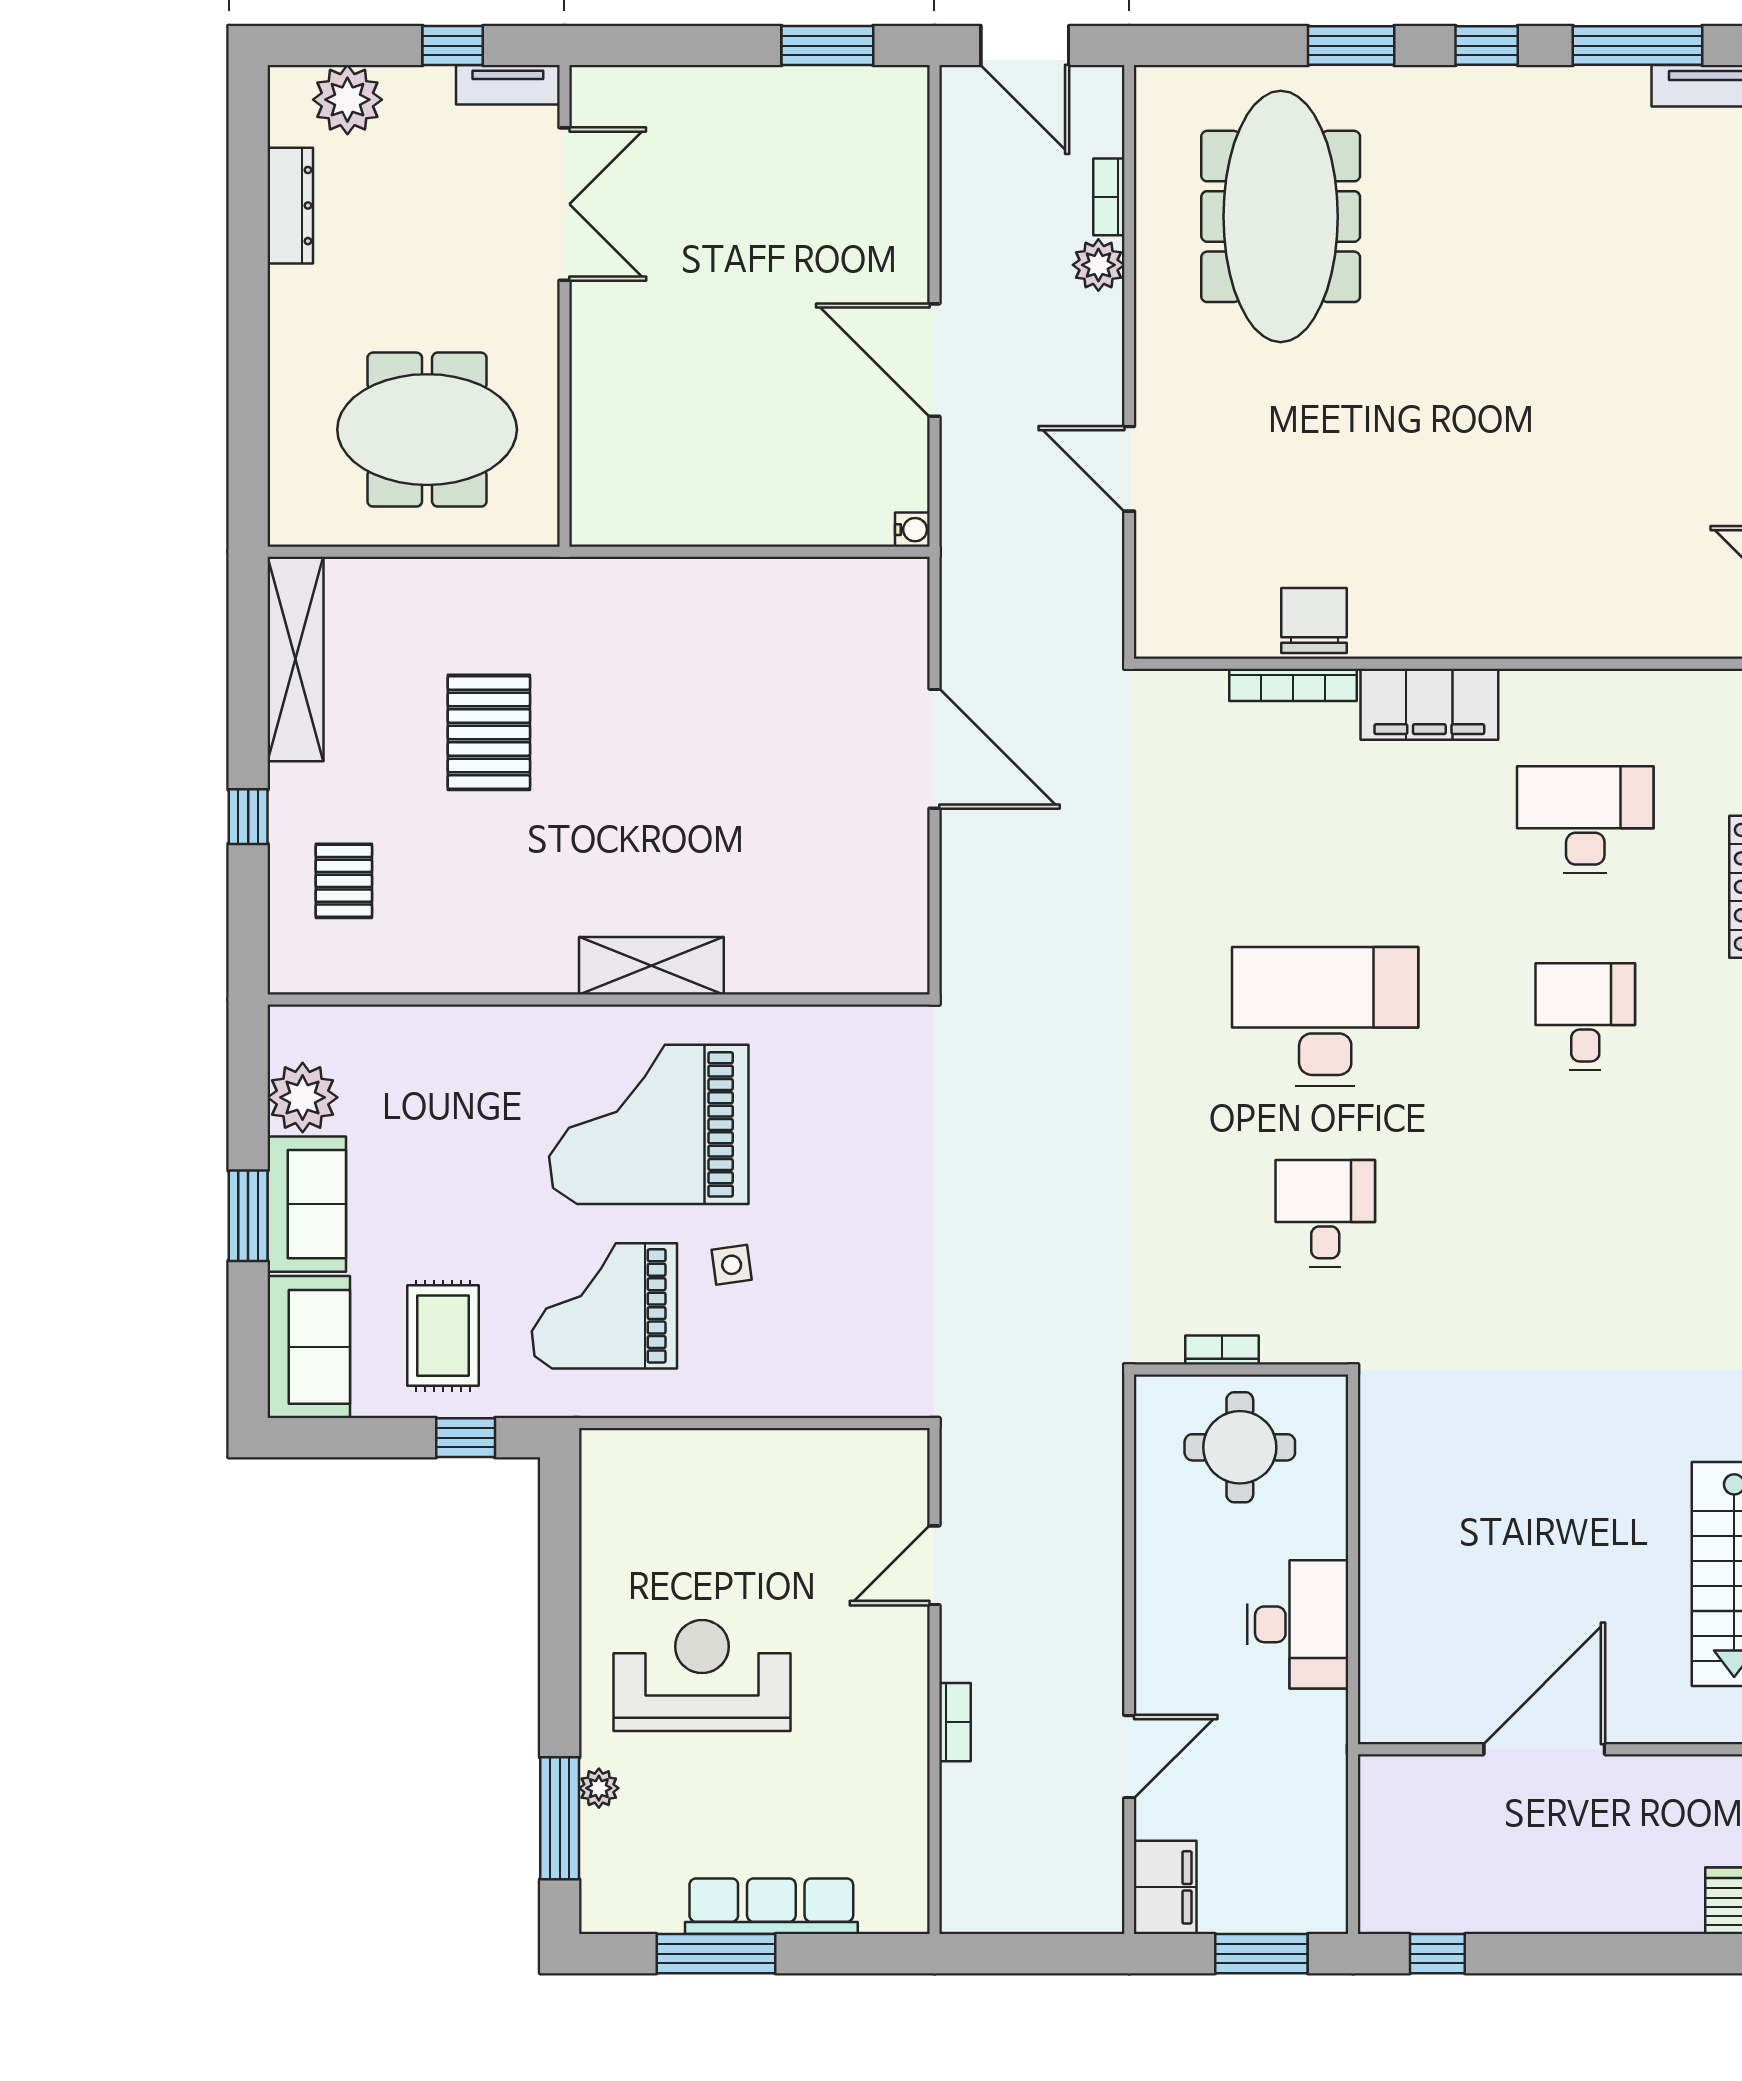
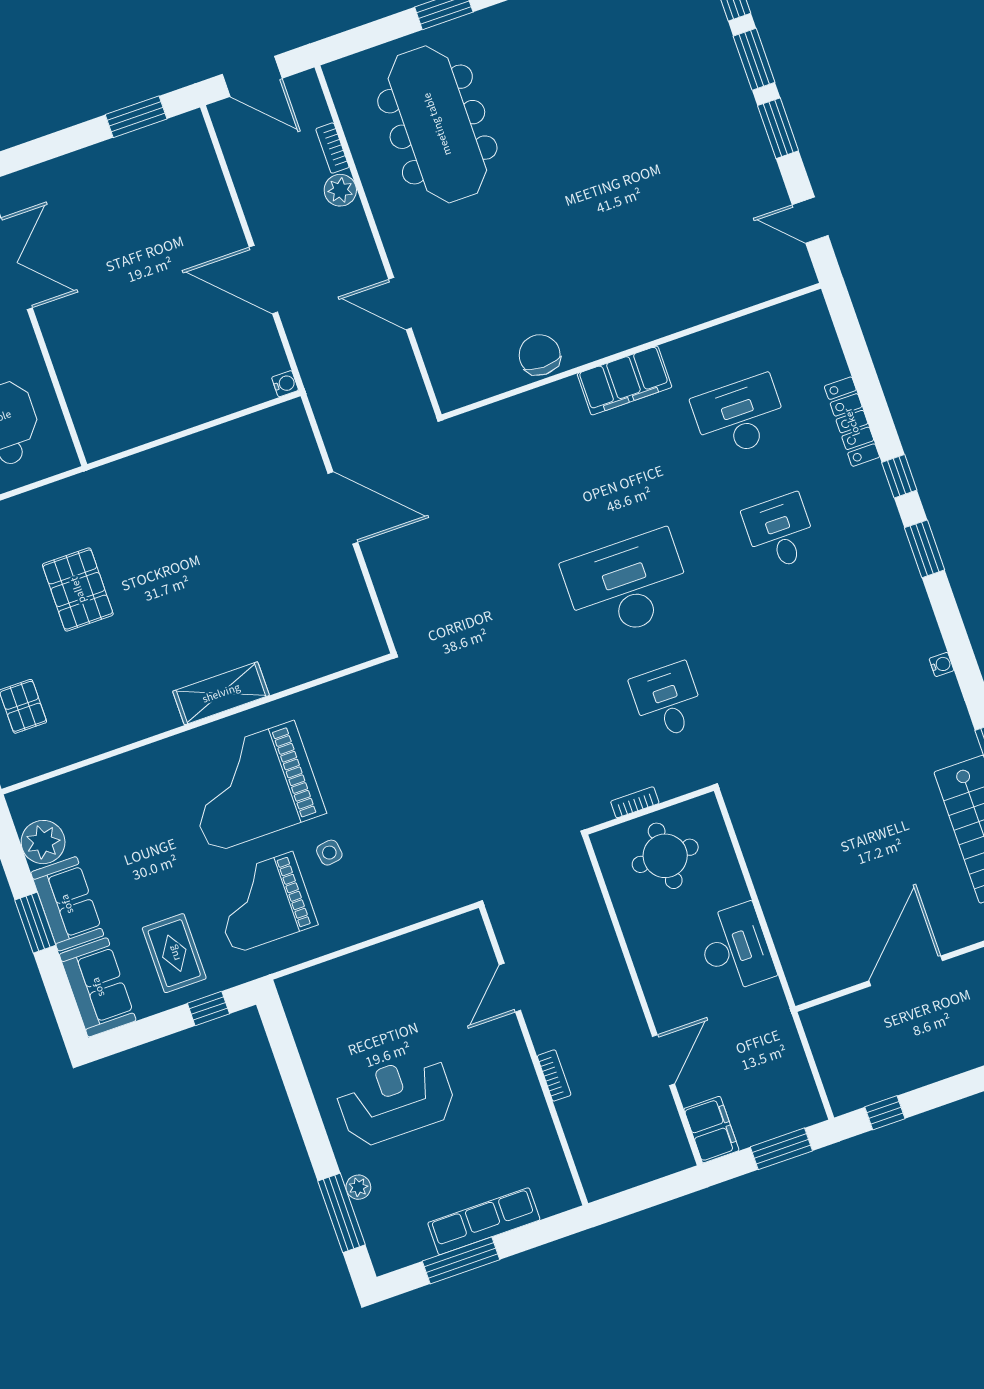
bookcase: (1293, 685) -> (540, 397), removed

